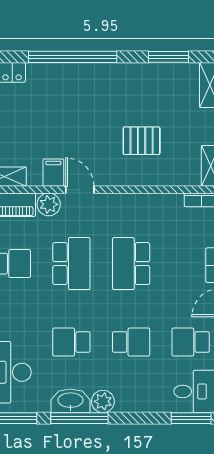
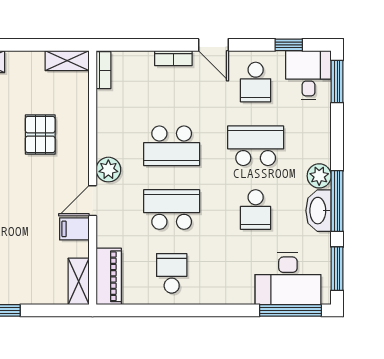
plant: (49, 204) -> (108, 170), moved
school desk: (131, 342) -> (256, 146), width x1.85

